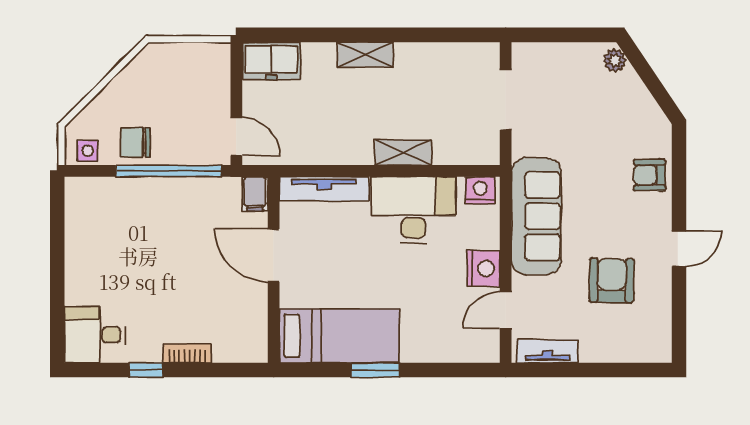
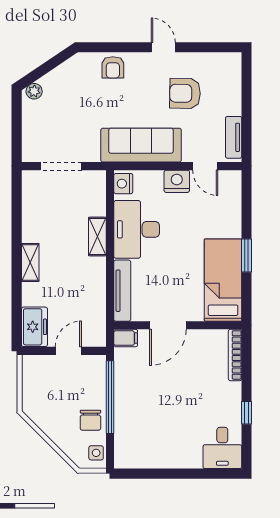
door: (236, 137) -> (68, 351), moved
bookcase: (187, 353) -> (235, 355), moved, width x1.56

